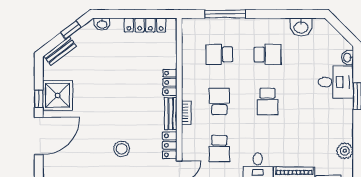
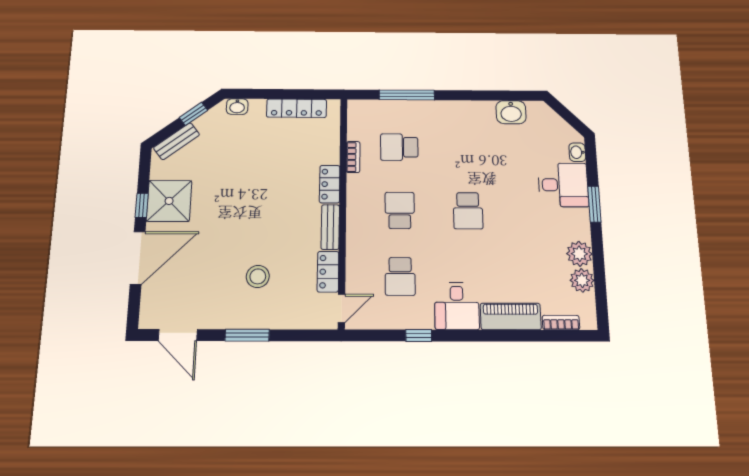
school desk: (267, 54) -> (466, 148), removed
bookcase: (186, 113) -> (353, 157), moved
plant: (344, 132) -> (579, 254), added

